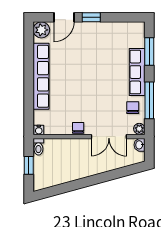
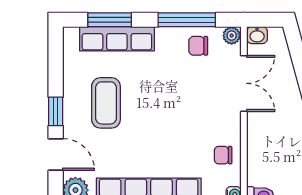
coffee table: (97, 49) -> (106, 103), added
row of seats: (137, 72) -> (117, 39), moved
chair: (78, 128) -> (223, 155), moved

